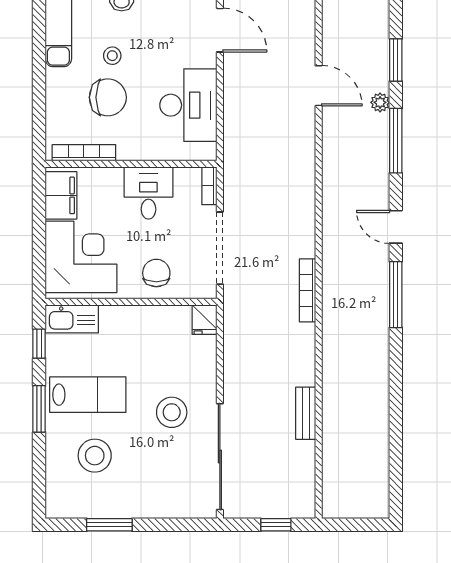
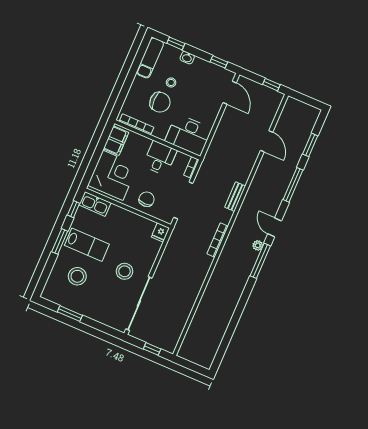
plant: (380, 102) -> (258, 245), moved
desk: (188, 105) -> (188, 135), moved, turned 90
bench: (306, 413) -> (235, 197), moved

